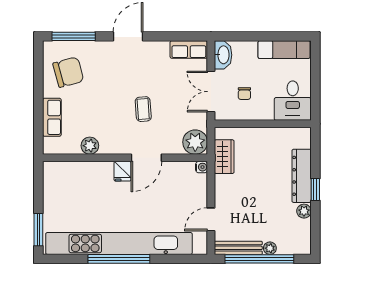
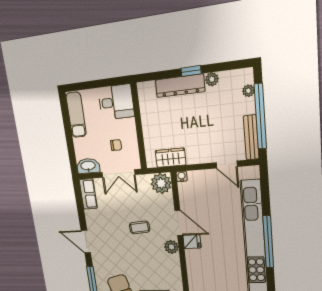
plant: (90, 146) -> (171, 247), moved
plant: (270, 248) -> (248, 91), moved

